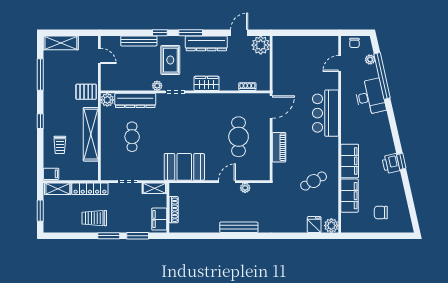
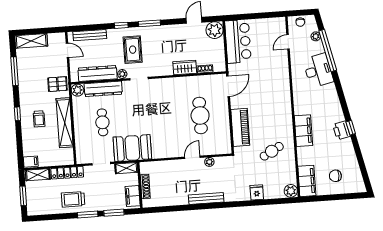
bench: (139, 41) -> (90, 35), moved
dresser: (206, 43) -> (97, 73), moved, turned 180
wardrobe: (207, 83) -> (185, 68), moved
bar counter: (325, 113) -> (238, 41), moved, turned 180
trolley: (60, 145) -> (39, 119), moved
piano: (279, 147) -> (240, 127), width x1.37, depth x1.33
booth: (184, 167) -> (132, 148), moved
filing cabinet: (350, 196) -> (307, 181), moved
fridge: (314, 225) -> (257, 192), moved

